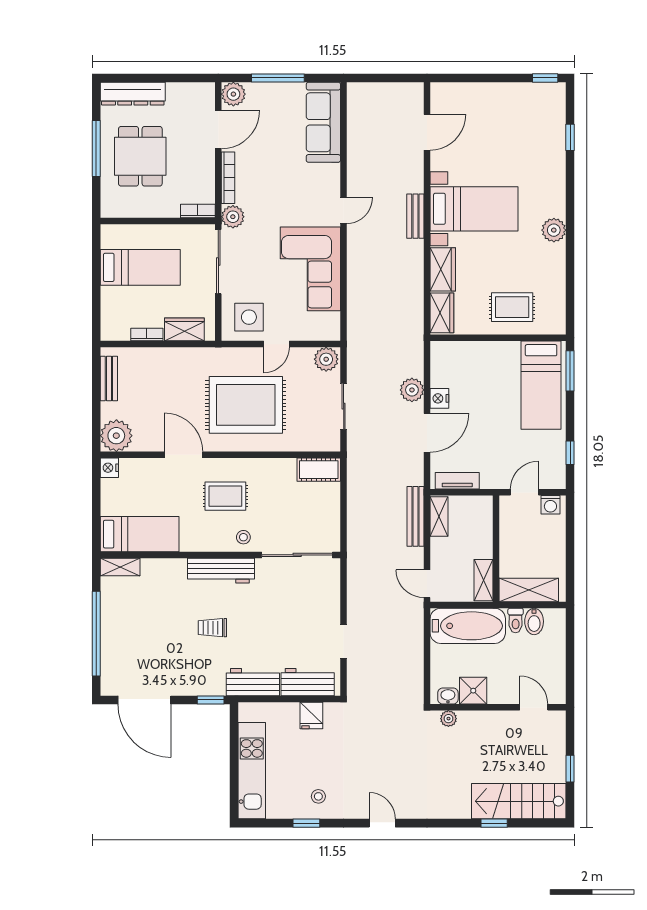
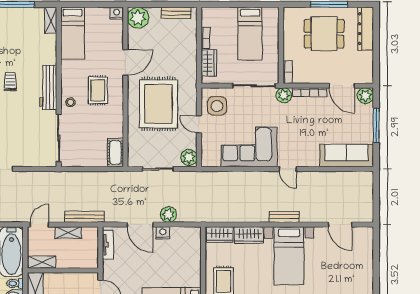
shelving: (439, 517) -> (68, 233), moved

